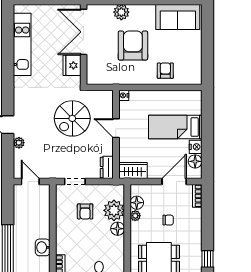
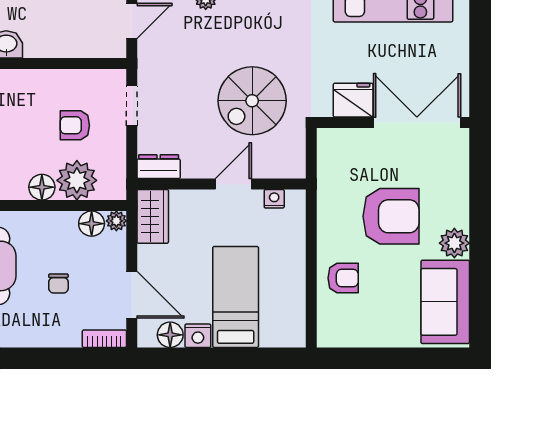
plant: (121, 12) -> (454, 243), moved
nightstand: (124, 95) -> (274, 199), moved
spiral stairs: (72, 118) -> (252, 101), turned -90
plant: (135, 216) -> (116, 221), moved

